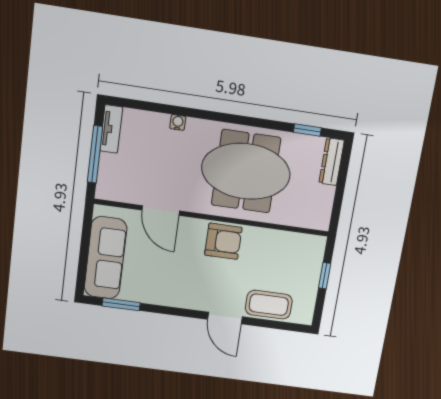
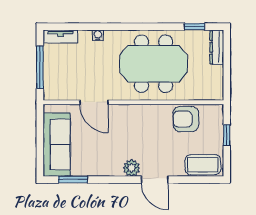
tv unit: (111, 129) -> (60, 36), moved, turned 90
armchair: (223, 241) -> (186, 119), moved, turned 180
plant: (198, 300) -> (132, 168), added
coffee table: (269, 305) -> (203, 165), moved

